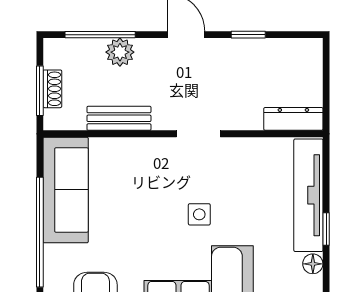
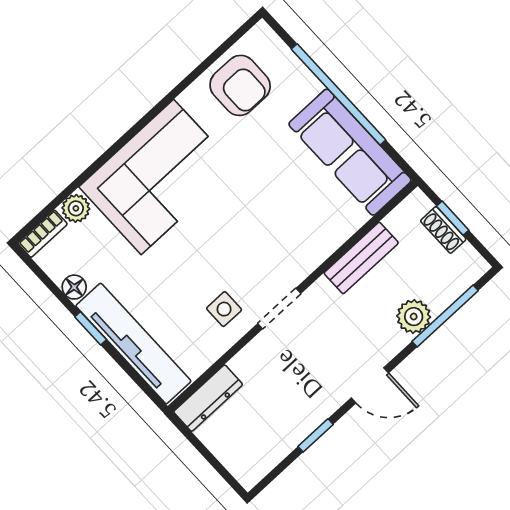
window: (40, 91) -> (453, 218), width x0.67
side table: (199, 214) -> (224, 309), moved

